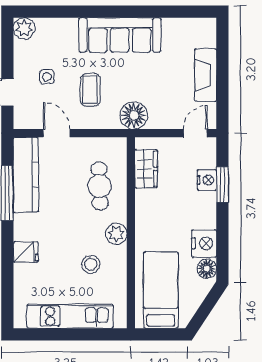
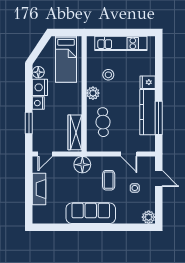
wardrobe: (146, 169) -> (75, 132), width x1.50
kitchen counter: (26, 175) -> (148, 112), moved
nightstand: (207, 180) -> (38, 103), moved

